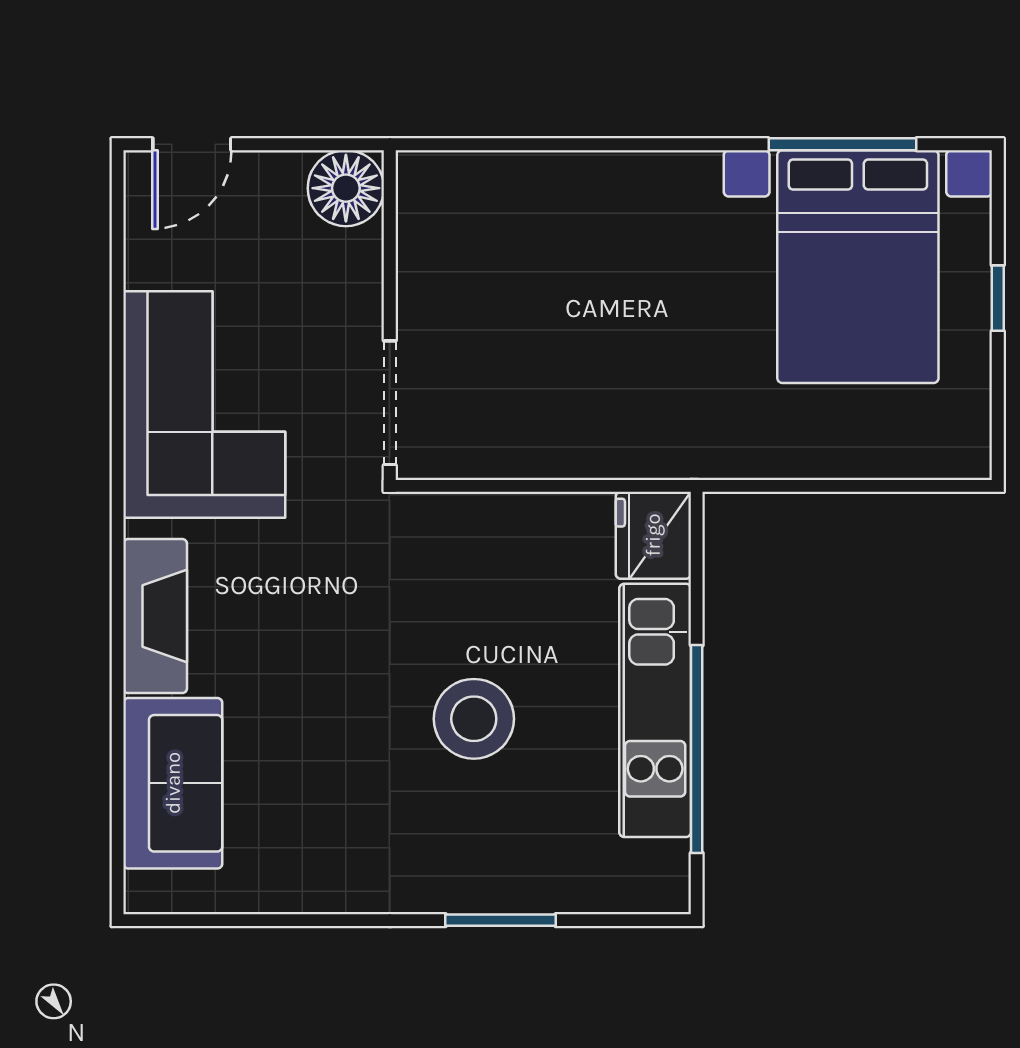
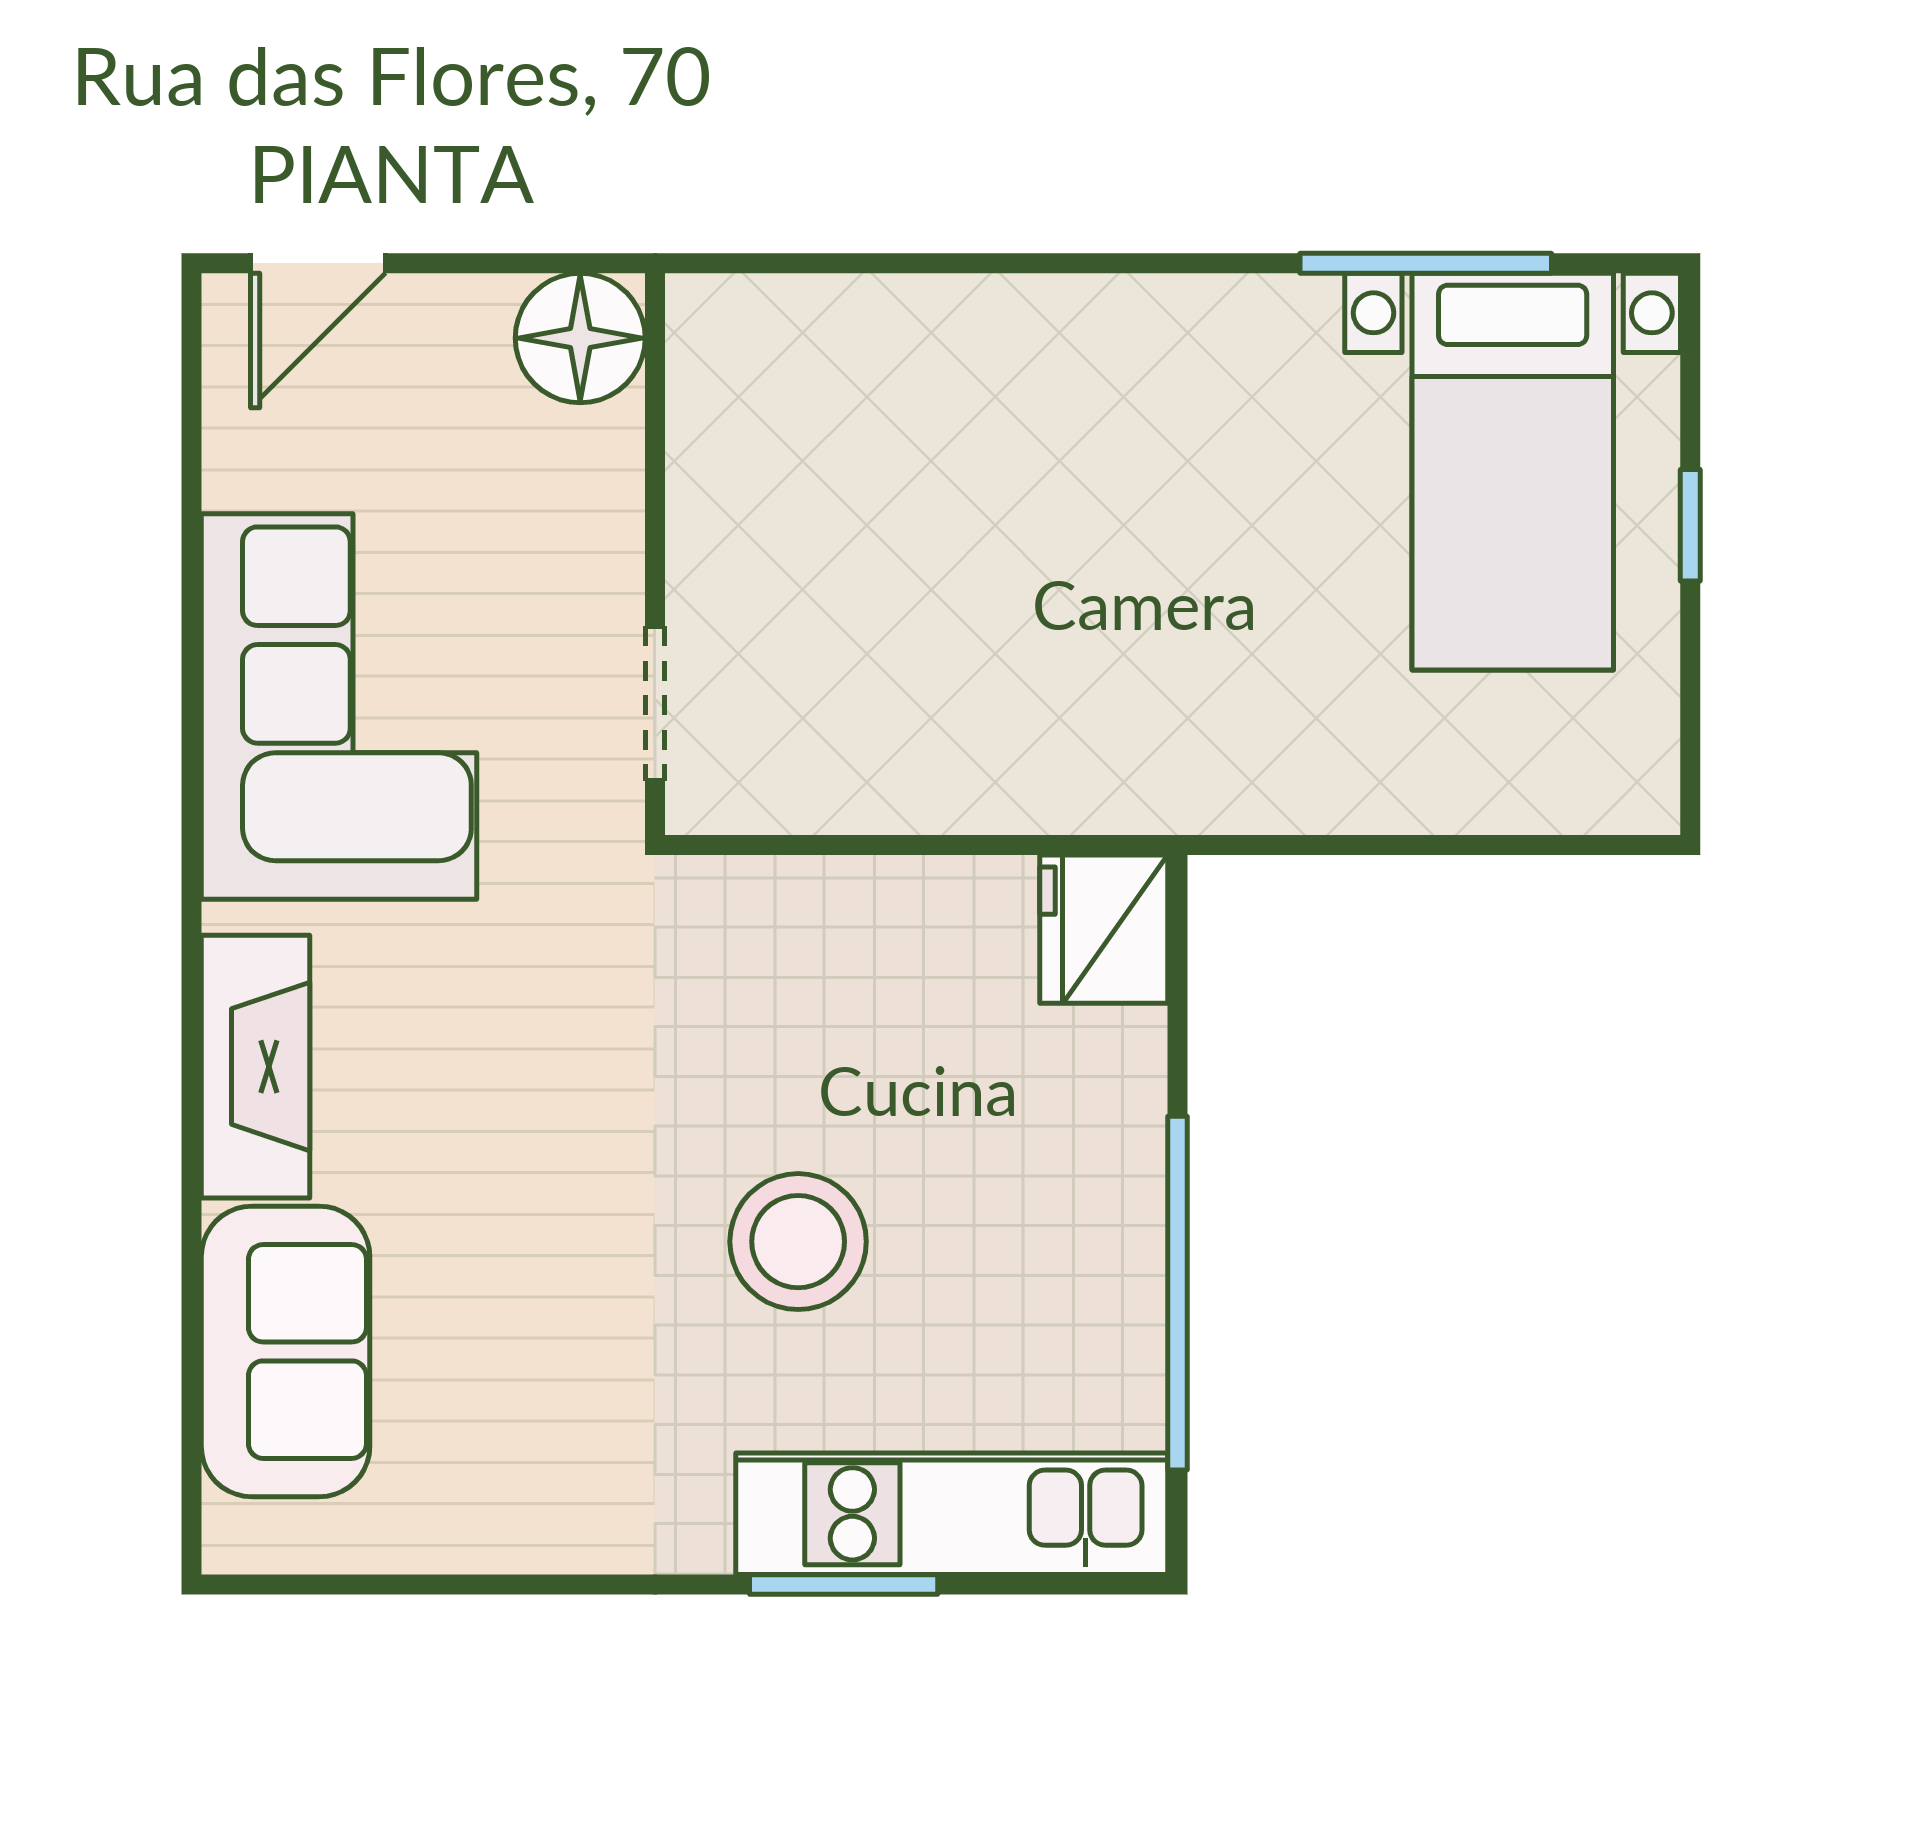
bed with nightstands: (858, 267) -> (1513, 472), width x0.73
doorway: (390, 403) -> (655, 704), width x0.73
kitchen unit: (655, 710) -> (952, 1514), moved, turned 90

